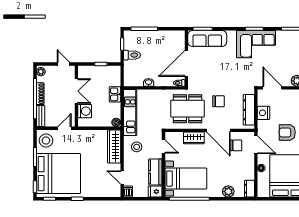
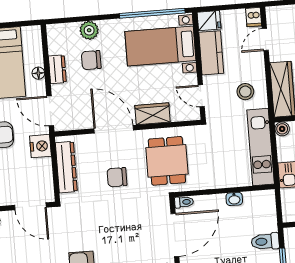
dining table: (188, 109) -> (167, 161), width x0.73
nightstand: (263, 113) -> (40, 146), moved
chair: (236, 145) -> (91, 60), moved
door: (122, 177) -> (265, 39), swing flipped
dresser: (249, 189) -> (57, 69), moved

